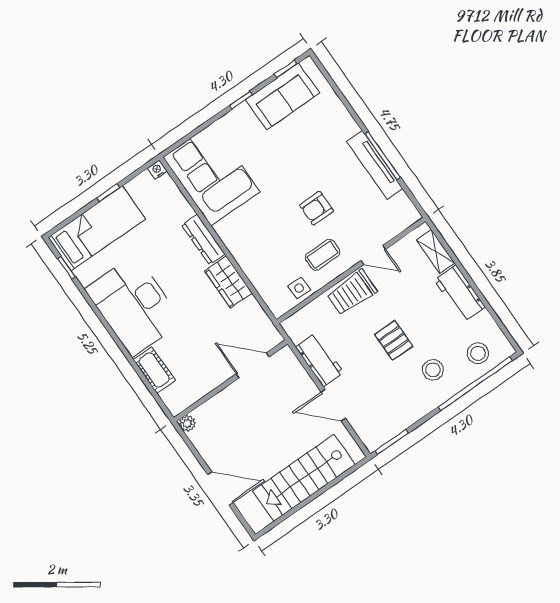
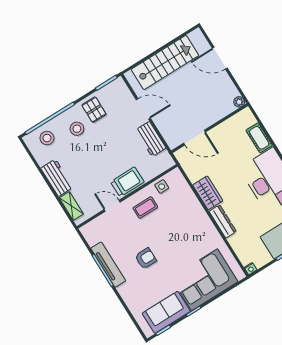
corner sofa: (211, 175) -> (204, 280), moved, turned 90
armchair: (317, 208) -> (146, 258), moved
pallet: (394, 340) -> (94, 110), moved

